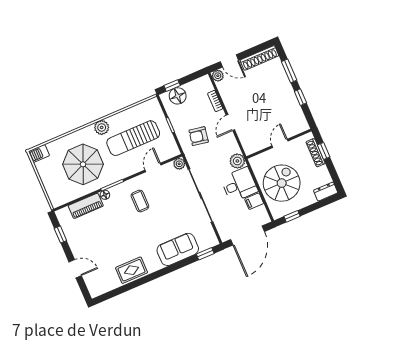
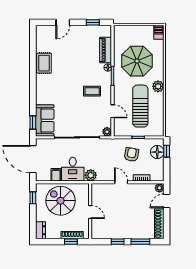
armchair: (199, 136) -> (131, 155), moved
spiral stairs: (282, 183) -> (61, 201), turned 180
sofa: (178, 249) -> (45, 120), moved

